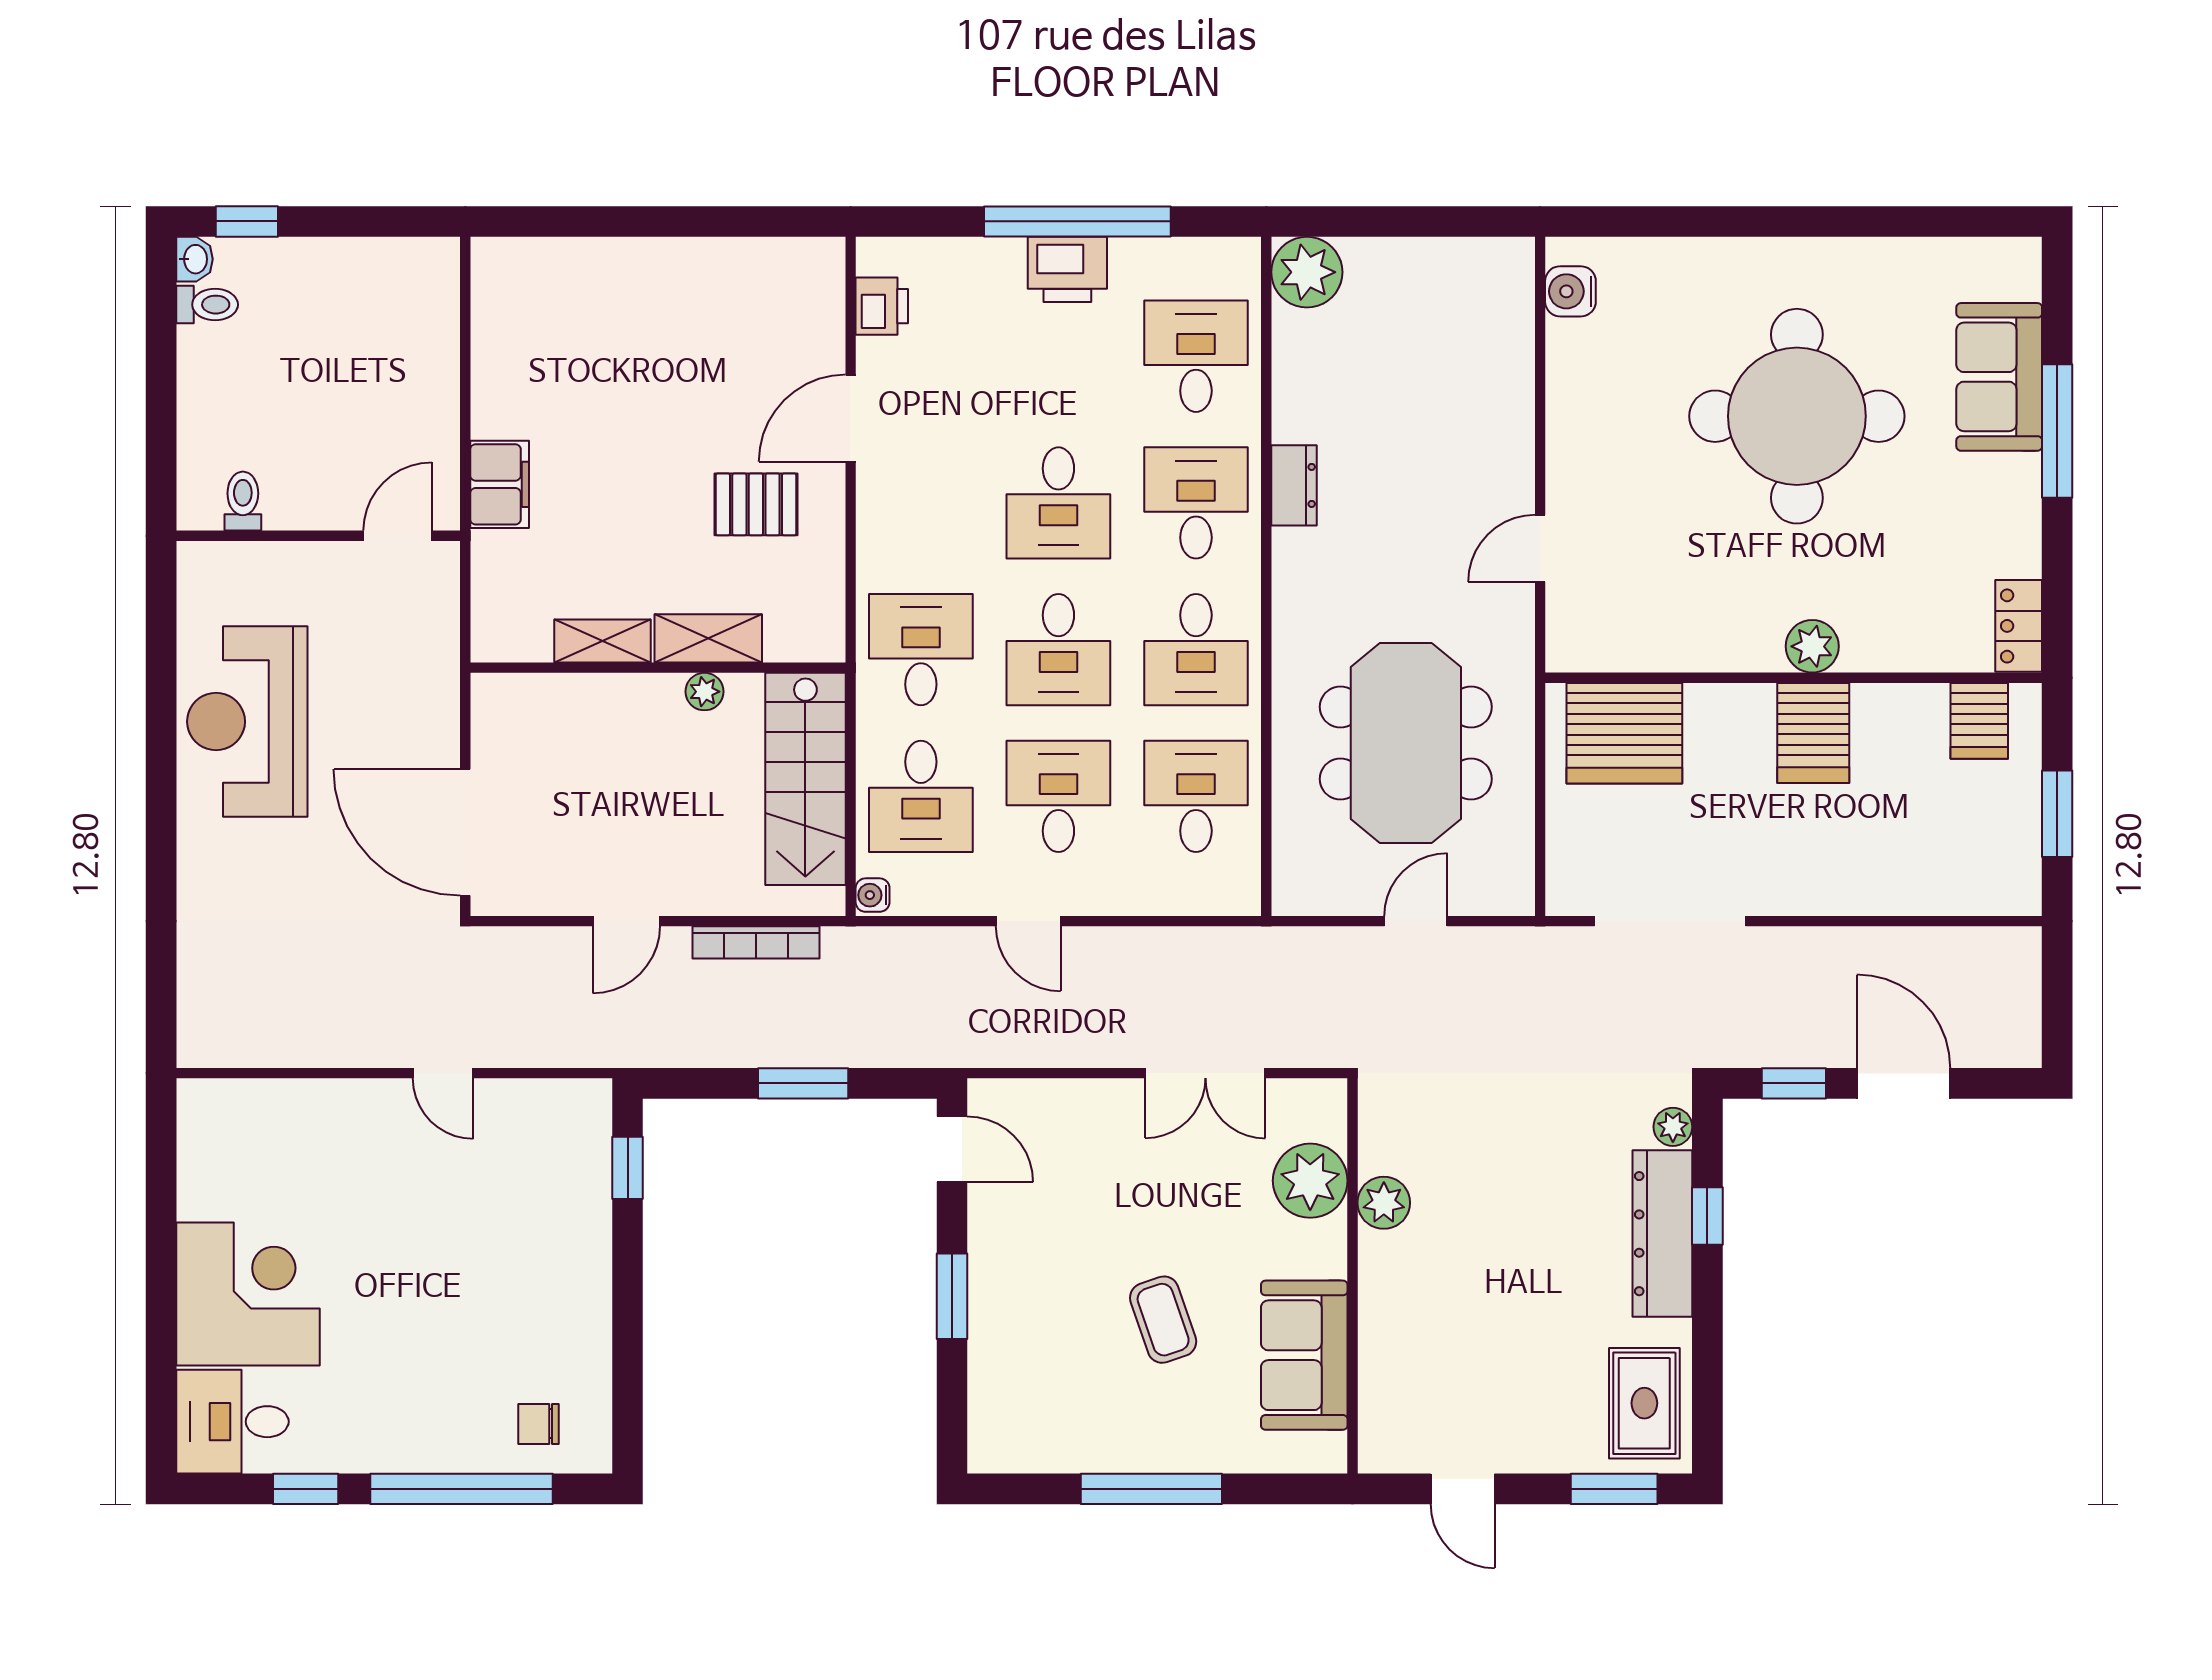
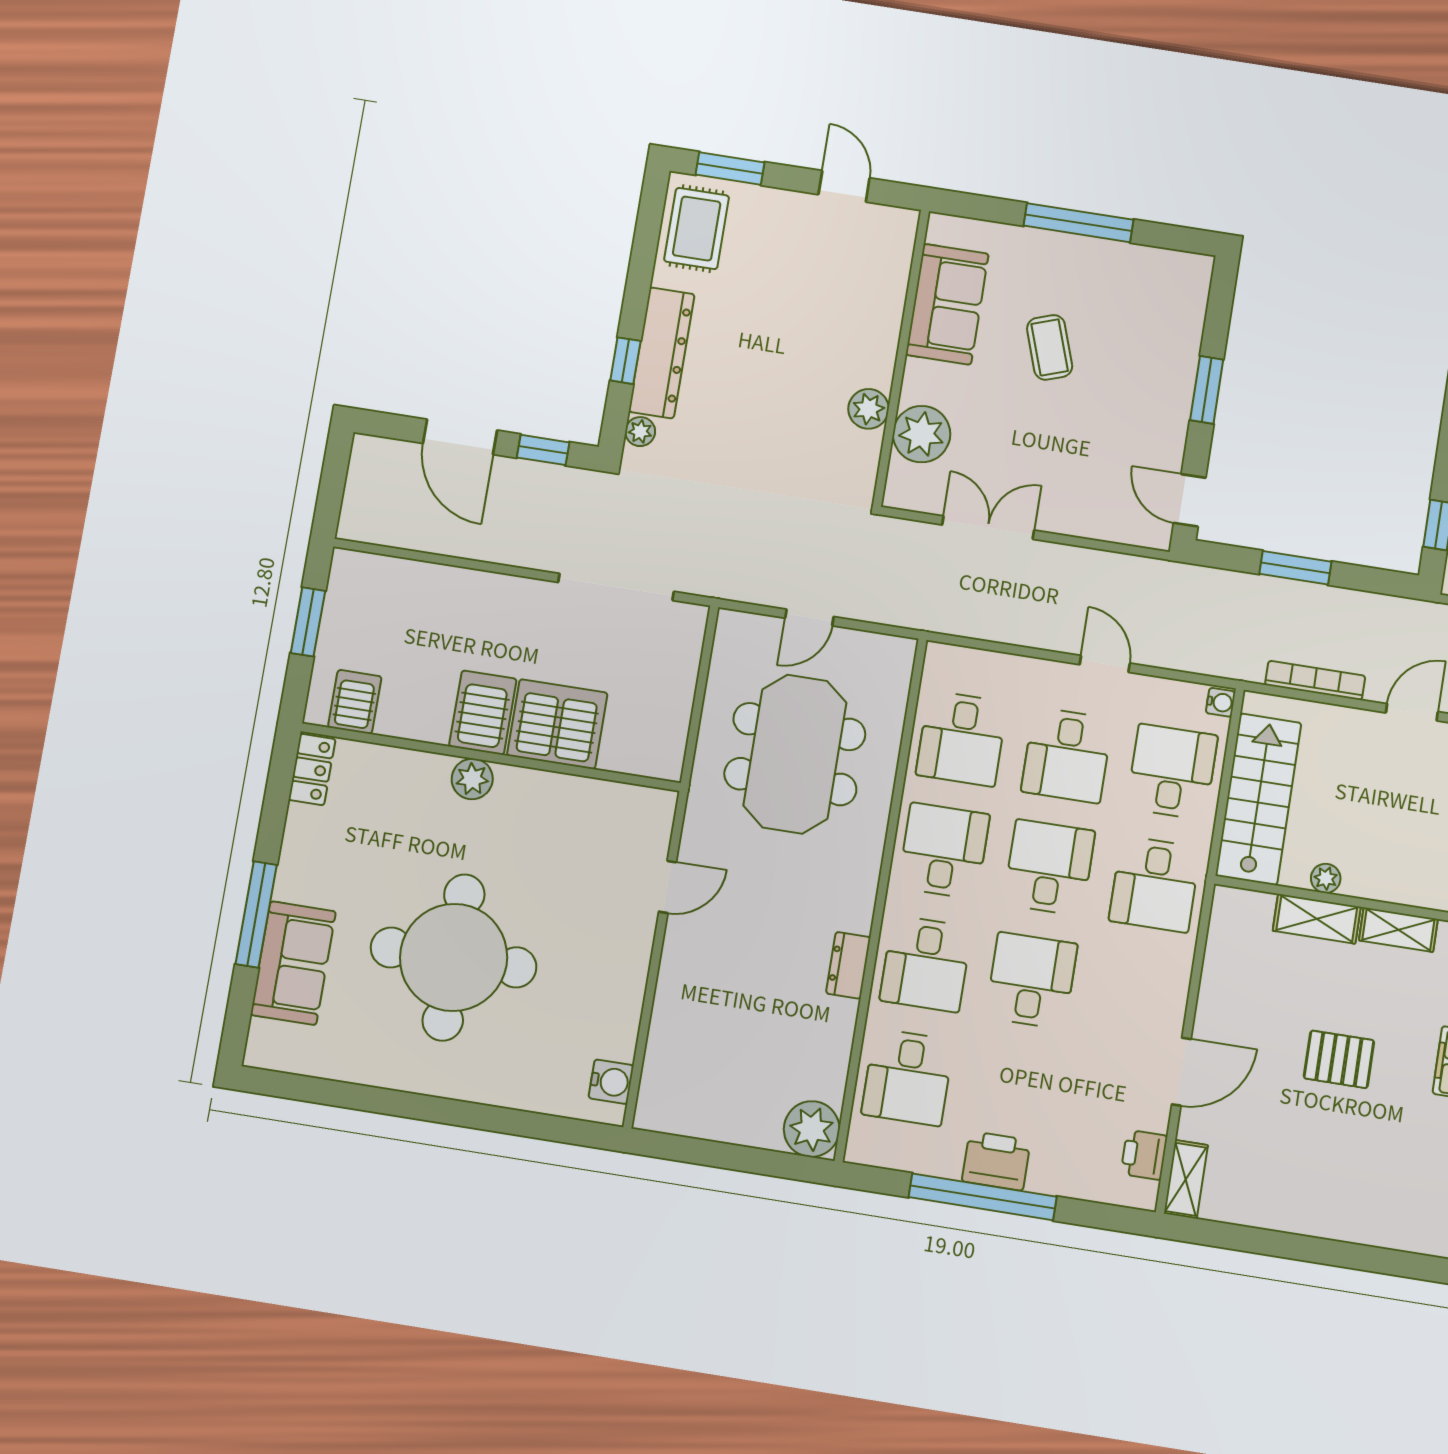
shelving: (824, 284) -> (1186, 1179), added
pallet: (756, 504) -> (1339, 1059), moved
server rack: (1624, 733) -> (557, 724), moved

